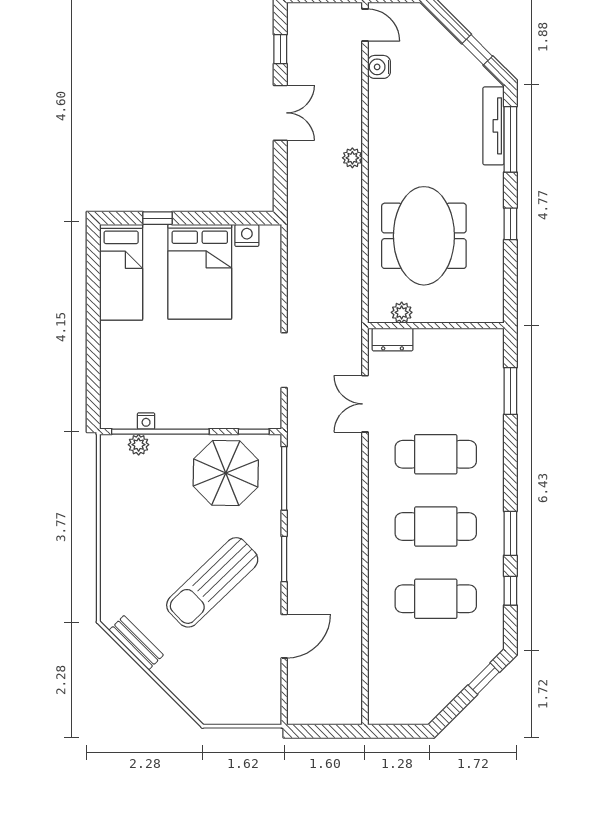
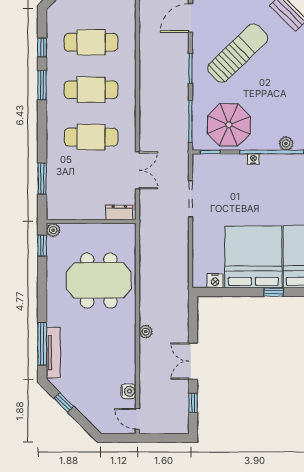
window: (510, 224) -> (42, 245), moved
meeting table: (424, 236) -> (99, 280), turned 90
bed: (200, 272) -> (253, 257), width x1.36
plant: (402, 312) -> (53, 230), moved
nightstand: (146, 421) -> (253, 159), moved

